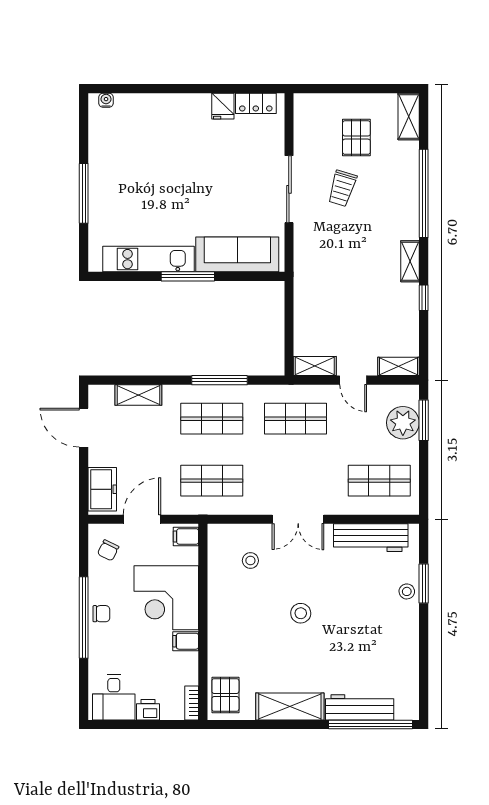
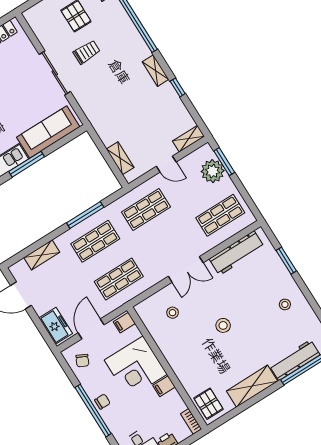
trolley: (342, 188) -> (87, 52), turned -107
shelving: (315, 366) -> (120, 158), moved, turned 90
stool: (407, 591) -> (285, 304), moved

